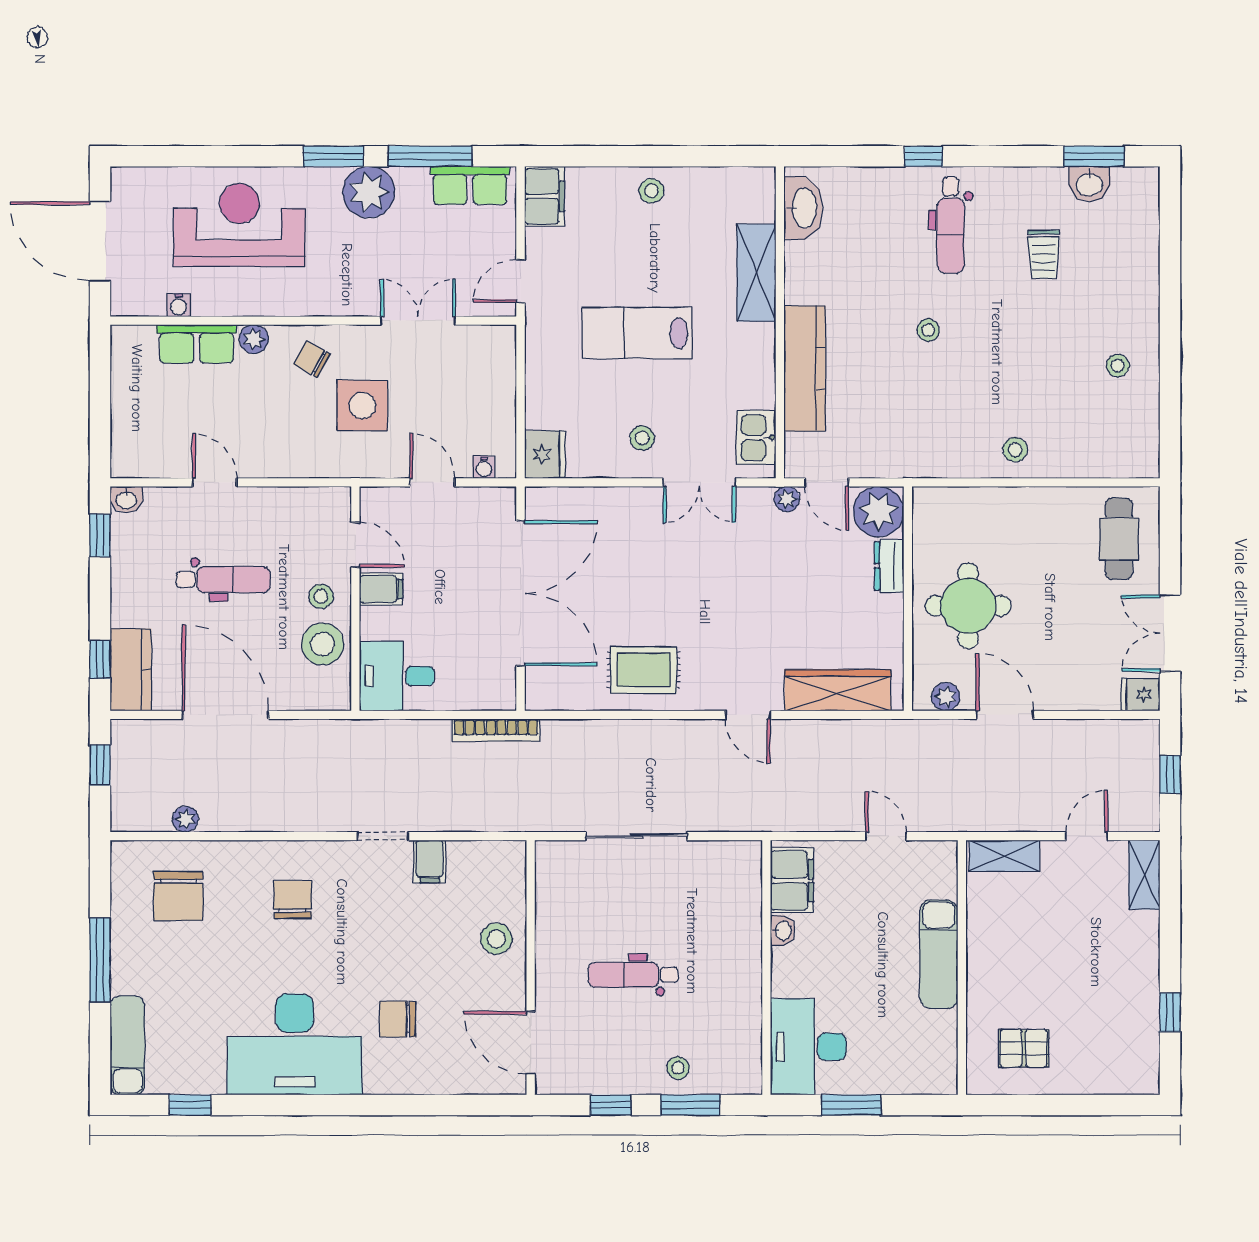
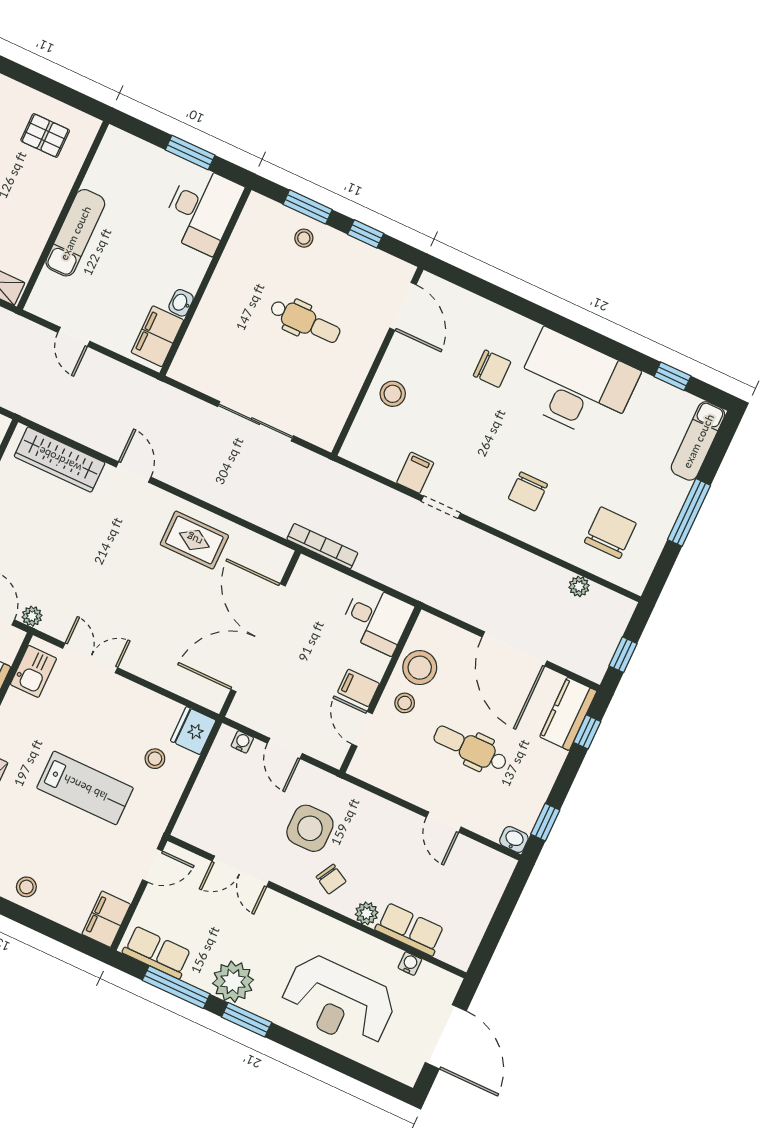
stool: (642, 438) -> (155, 759), moved

